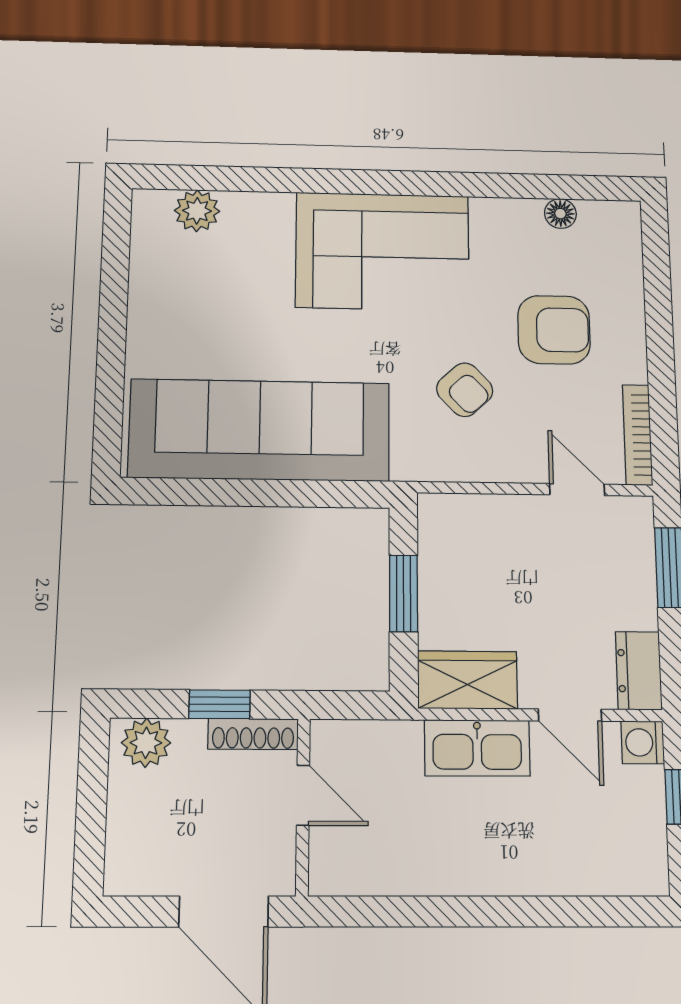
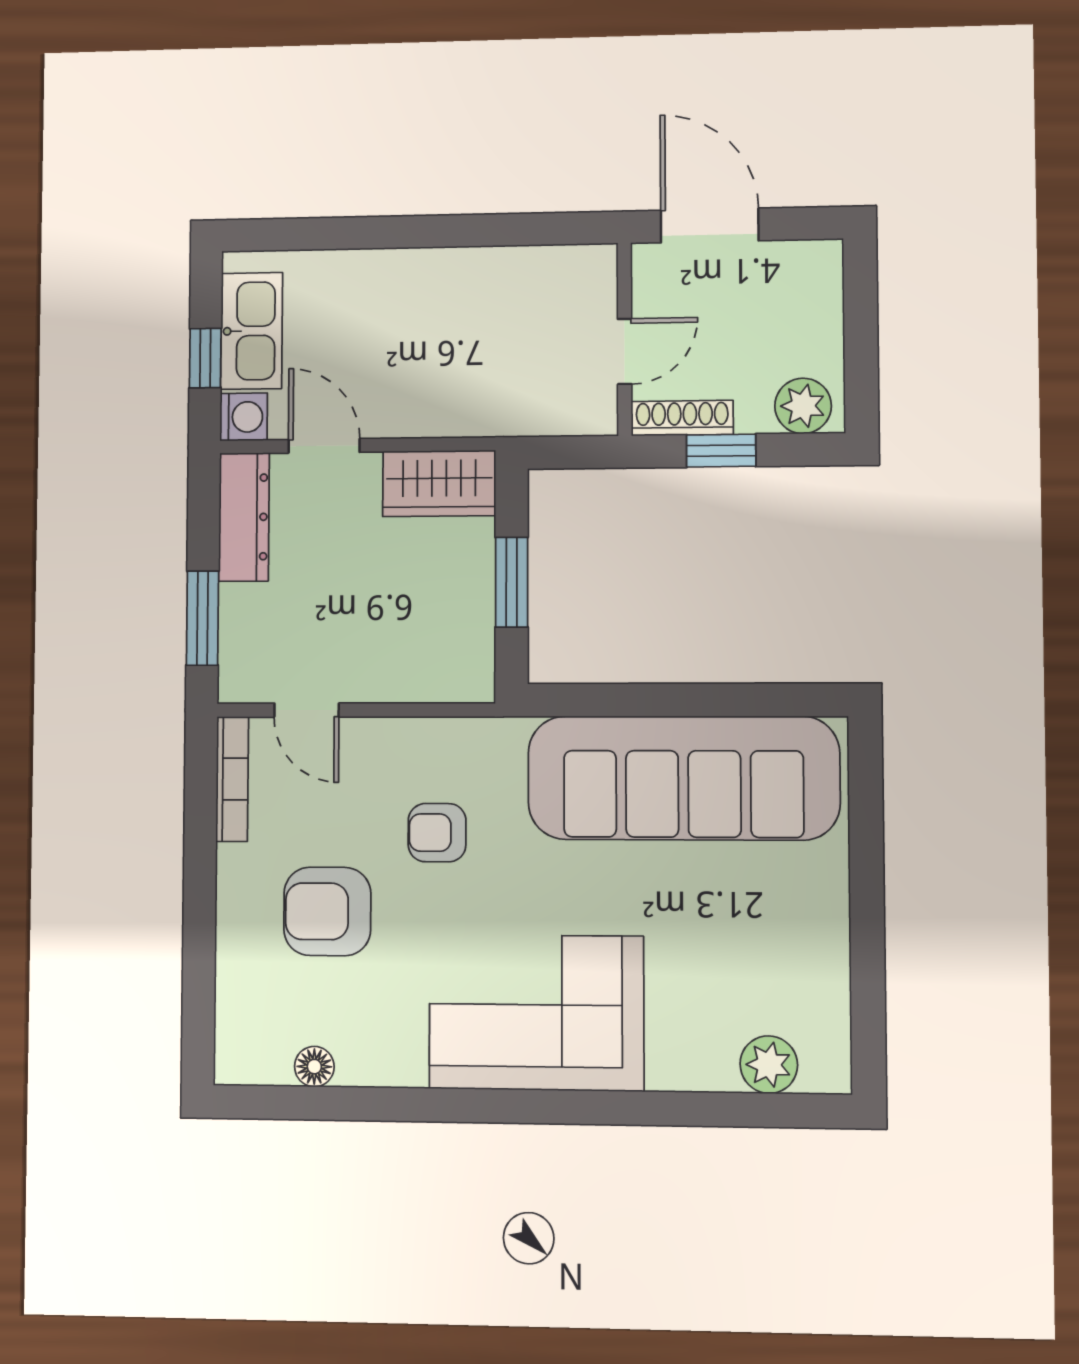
armchair: (465, 390) -> (437, 833), turned -47
dresser: (639, 671) -> (244, 517), width x1.44
kitchen sink: (477, 748) -> (252, 331), moved, turned 90
door: (303, 795) -> (625, 351), swing flipped

